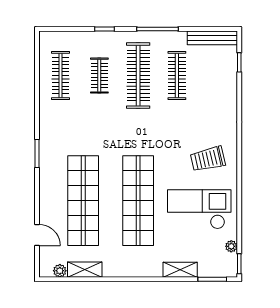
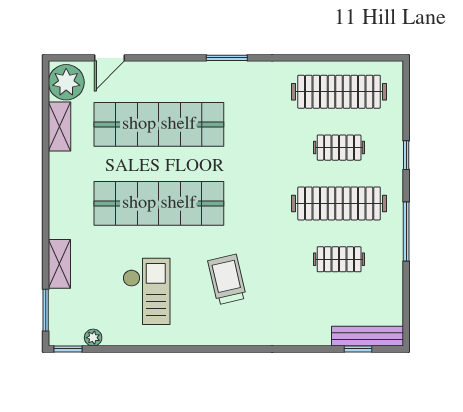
bench: (212, 38) -> (367, 336), moved, turned 90
clothes rail: (61, 76) -> (339, 92), width x1.37, depth x1.31
clothes rail: (177, 76) -> (339, 259), width x0.73
trolley: (208, 159) -> (227, 279), moved
checkout: (199, 209) -> (146, 291), width x0.73, depth x0.83
plant: (60, 271) -> (66, 82), width x1.88, depth x1.88

